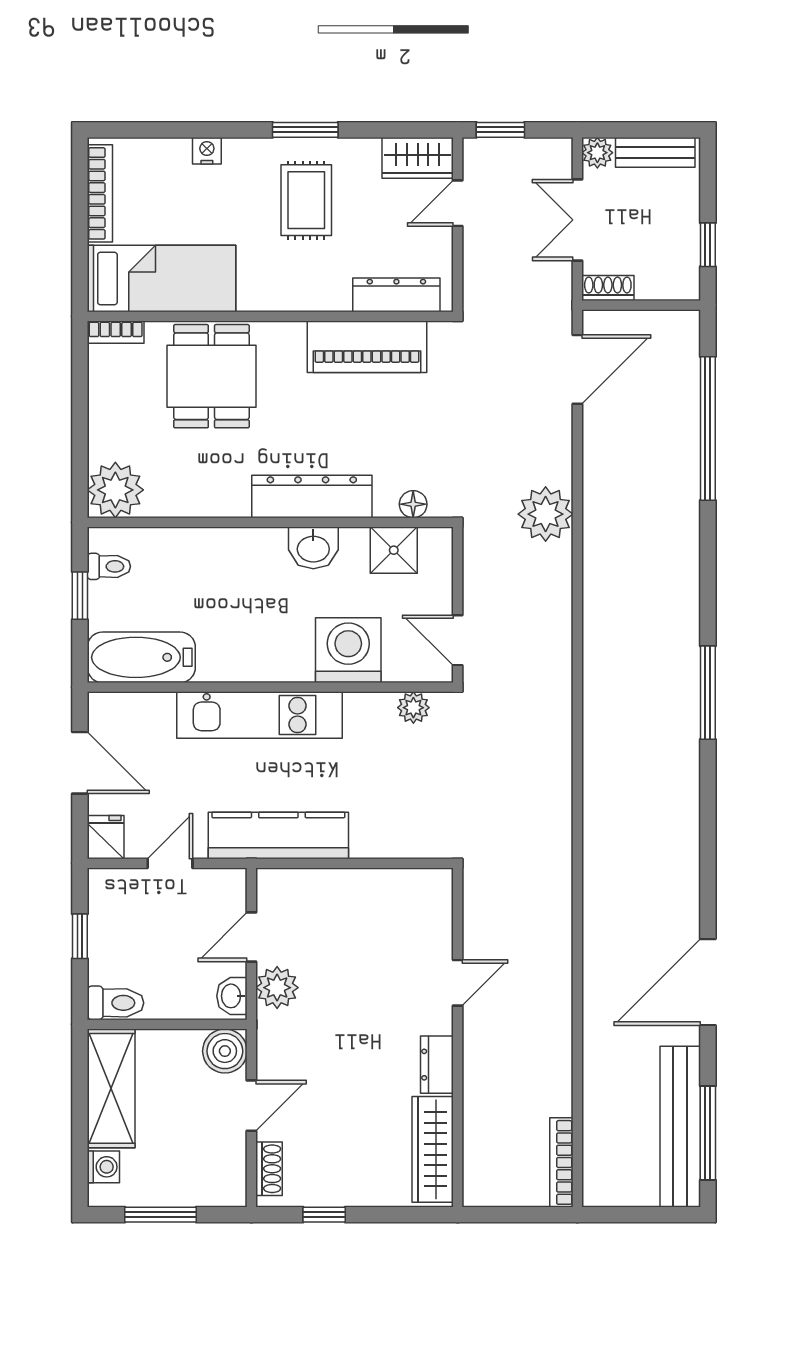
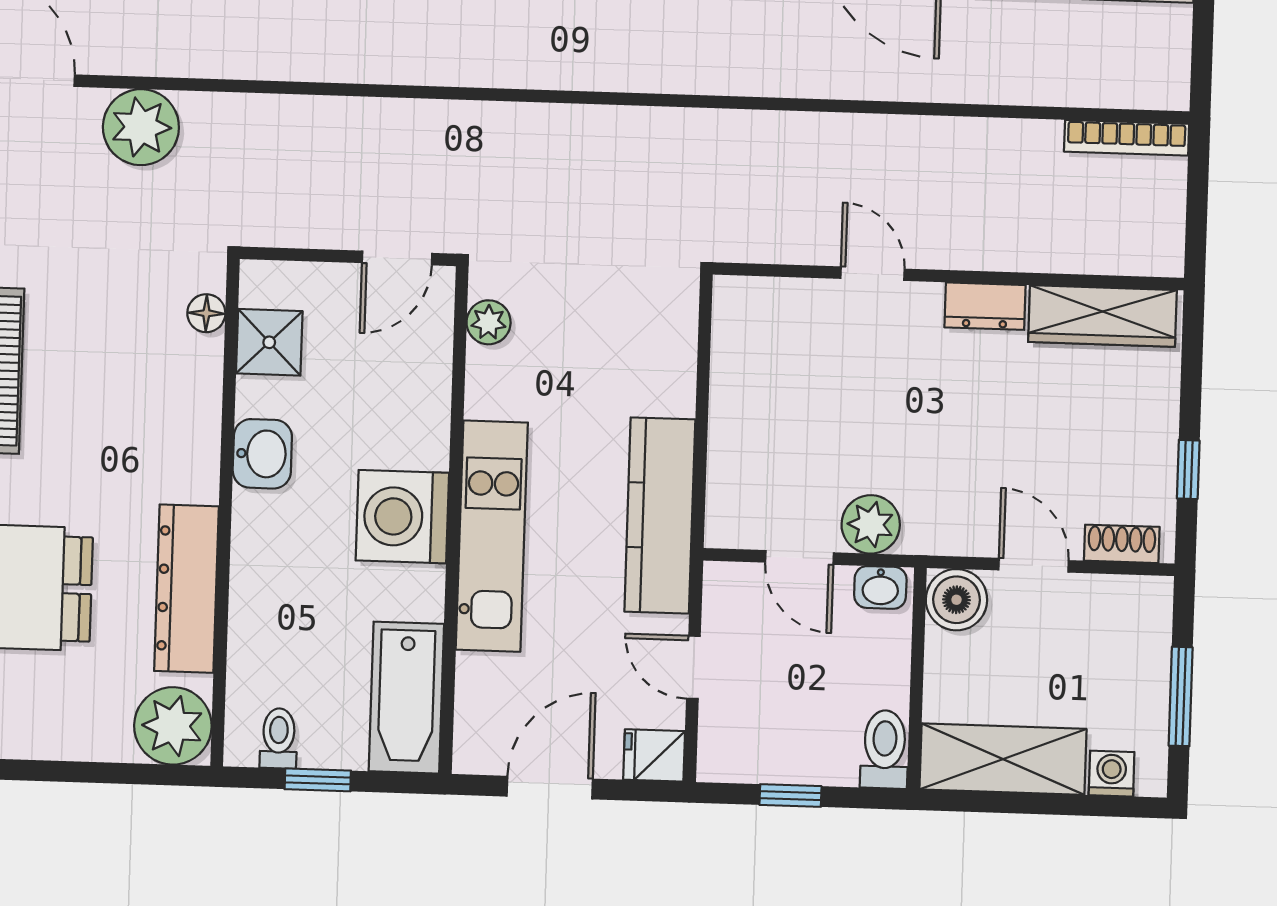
dresser: (312, 497) -> (187, 589), moved
plant: (546, 514) -> (141, 127), moved
washing machine: (348, 650) -> (402, 517), moved

